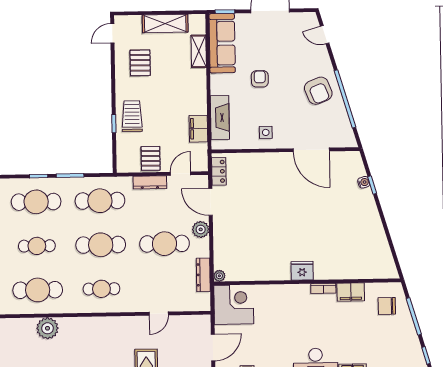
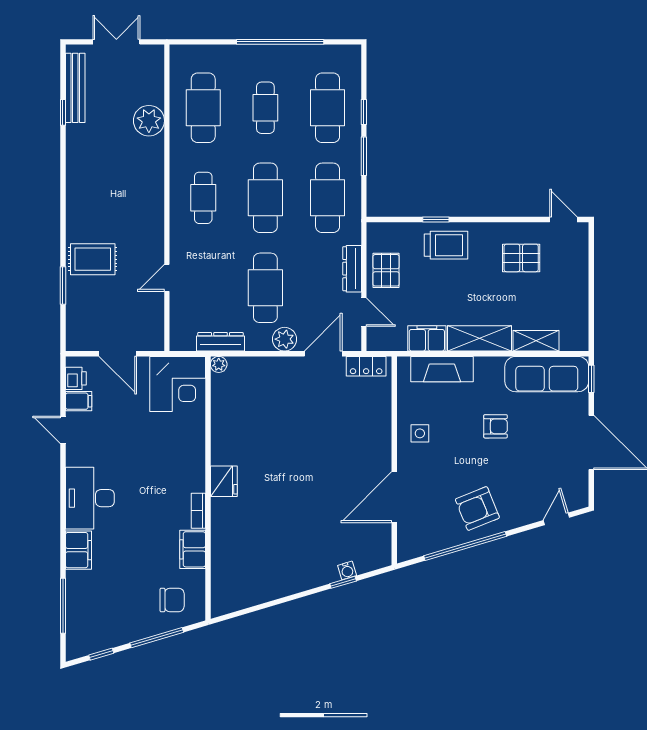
shelving: (165, 24) -> (479, 338), moved, turned 90
pallet: (151, 158) -> (386, 270), turned 90
chair: (387, 306) -> (172, 600), turned 90
door: (159, 314) -> (167, 278), hinge flipped

